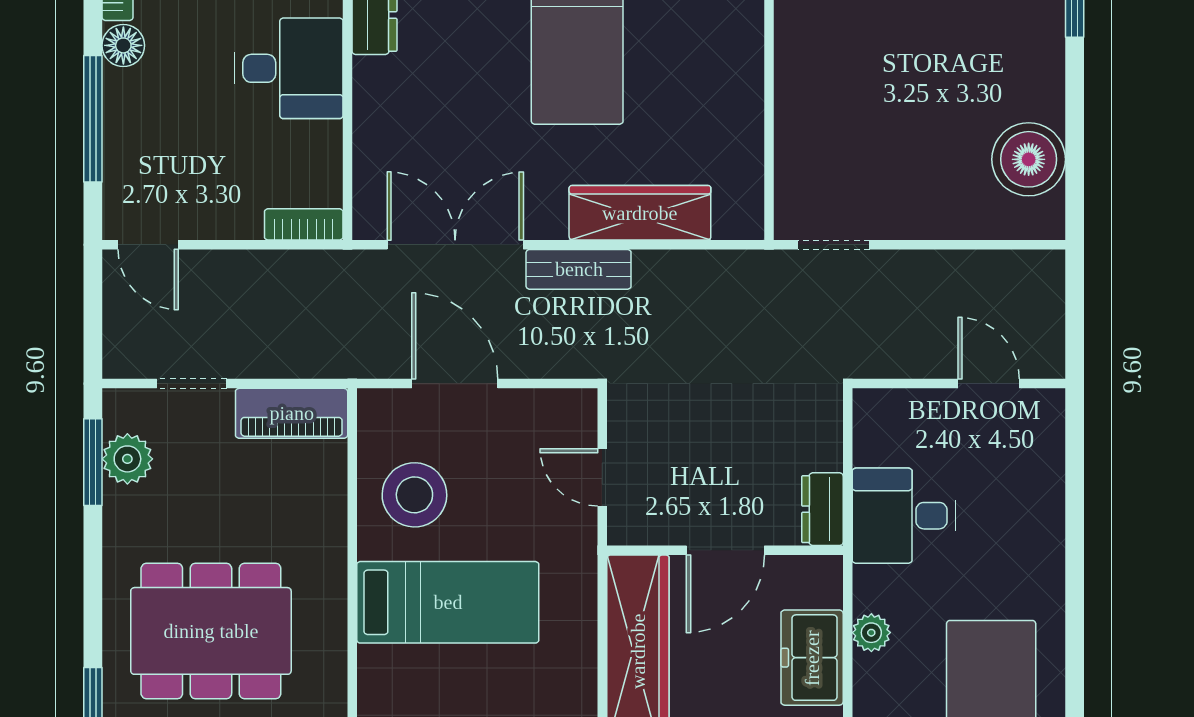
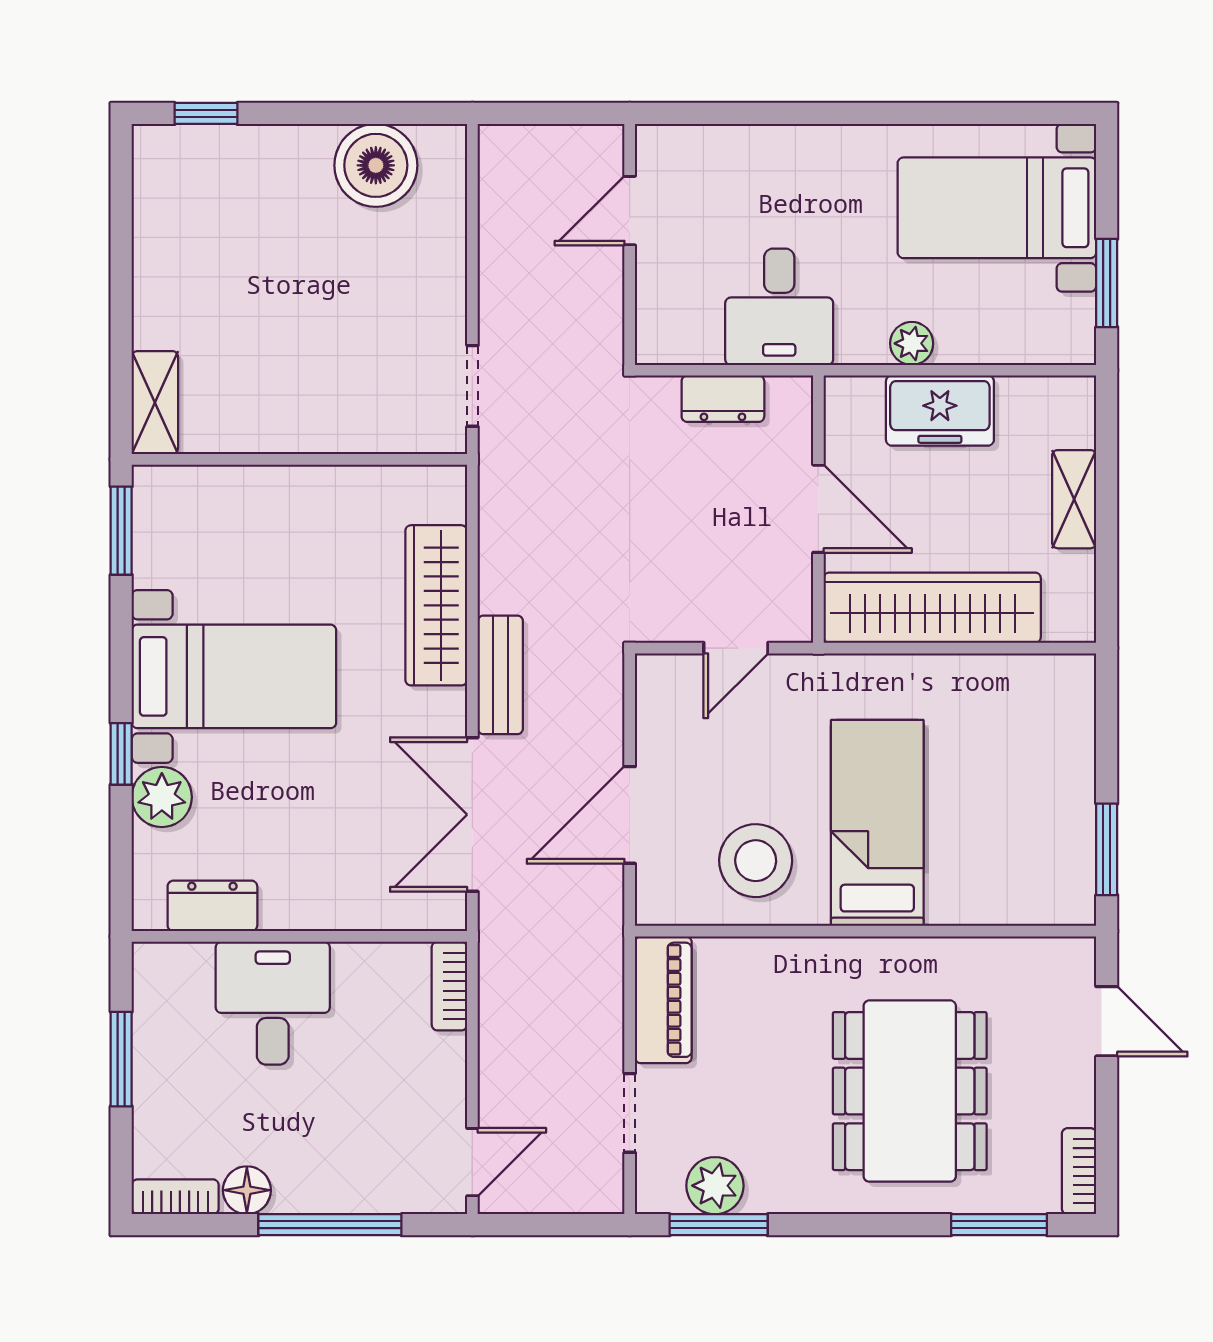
dresser: (822, 509) -> (723, 399), moved

